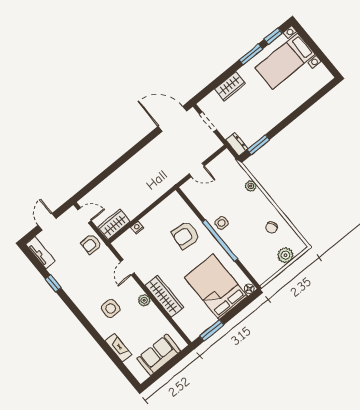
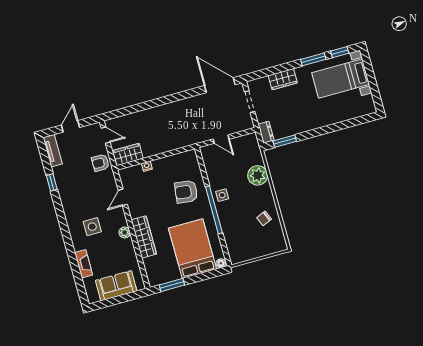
plant: (251, 186) -> (258, 175), width x1.88, depth x1.88
plant: (285, 255) -> (265, 248), removed

